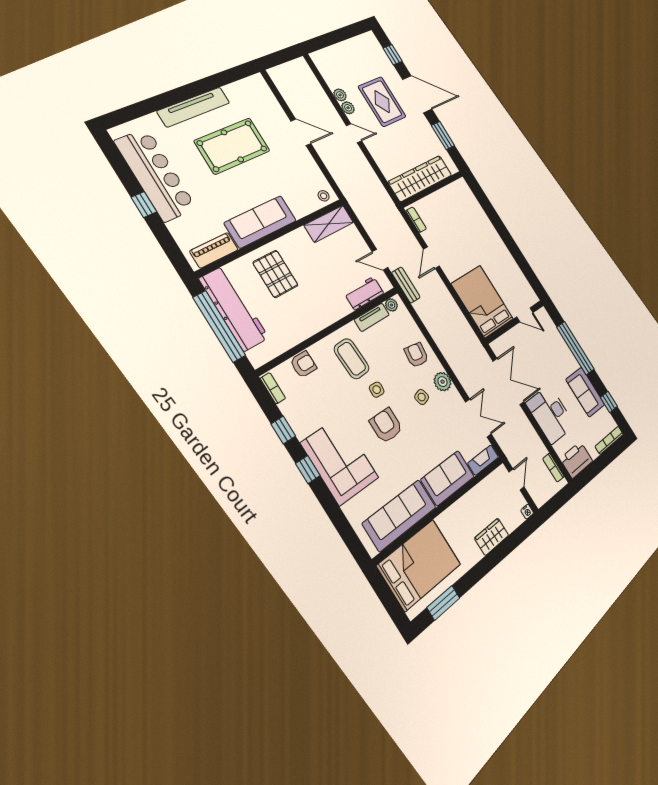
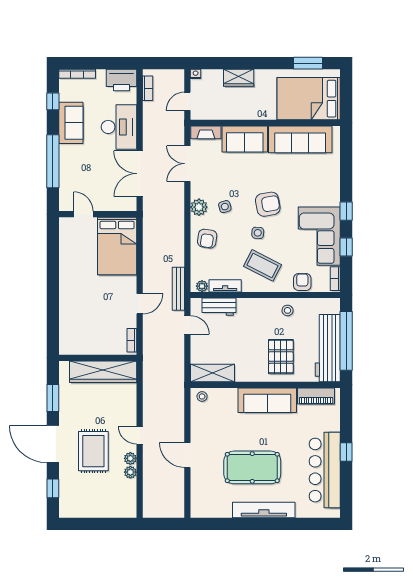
bench: (406, 285) -> (178, 289), width x1.36
stool: (299, 326) -> (288, 310), added
coffee table: (352, 359) -> (262, 265), turned -60
armchair: (303, 364) -> (302, 282), turned 90
armchair: (386, 425) -> (268, 204), turned -100
corner sofa: (340, 460) -> (319, 236), moved

